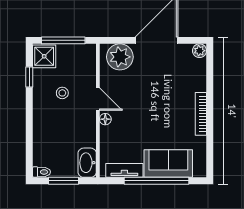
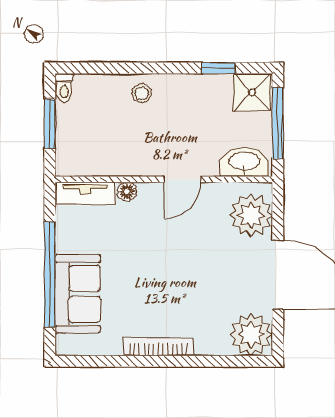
plant: (199, 51) -> (251, 335), width x1.88, depth x1.88
stool: (62, 93) -> (142, 93), moved
floor lamp: (105, 119) -> (127, 191), moved
washbasin: (87, 163) -> (244, 162), moved
tv unit: (124, 170) -> (85, 194), moved, turned 90

